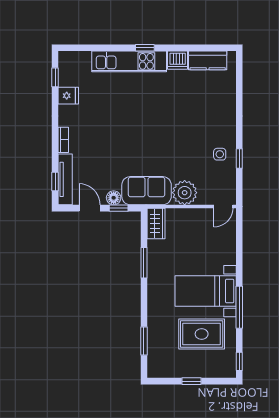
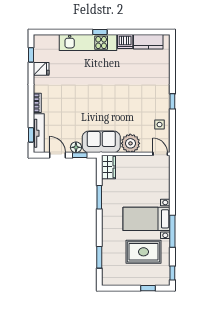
side table: (220, 154) -> (160, 125), moved
window: (239, 158) -> (172, 101), moved
door: (223, 206) -> (160, 154), swing flipped
window: (192, 381) -> (148, 288), moved

